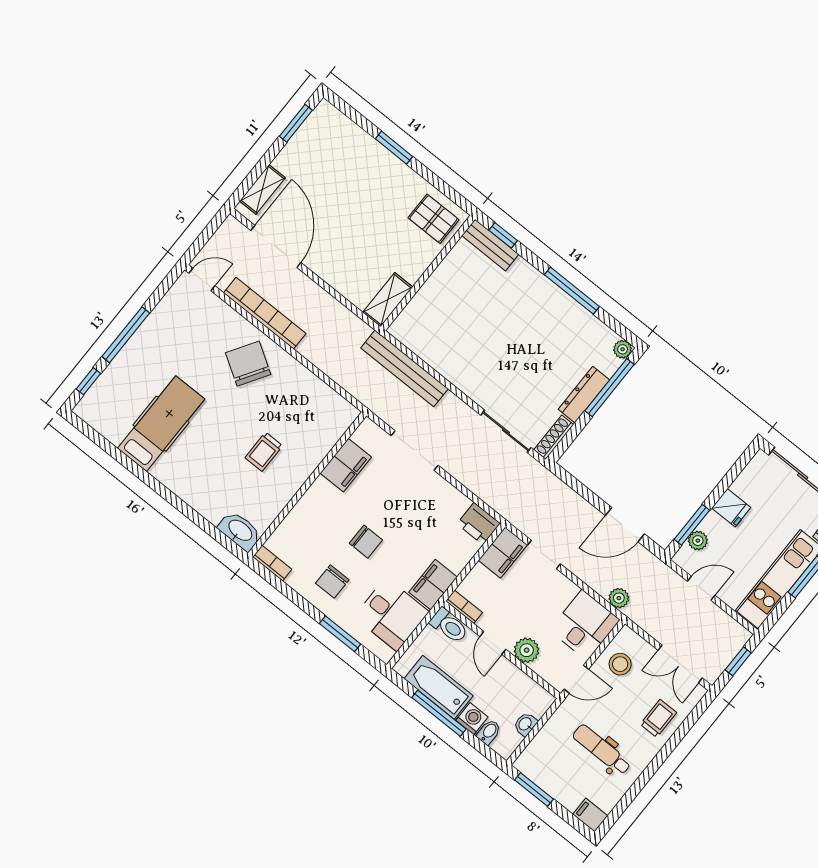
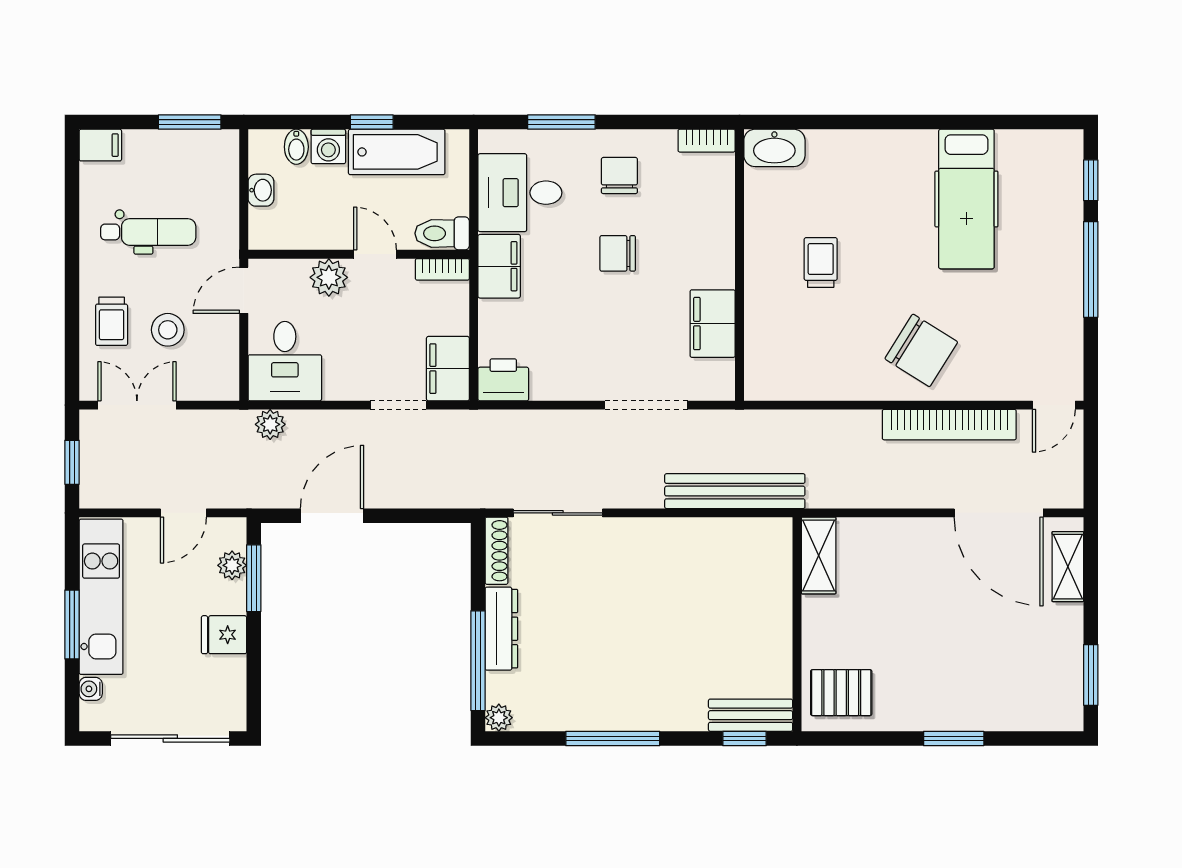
stool: (620, 664) -> (168, 330), moved
window: (439, 713) -> (372, 122), width x0.46

